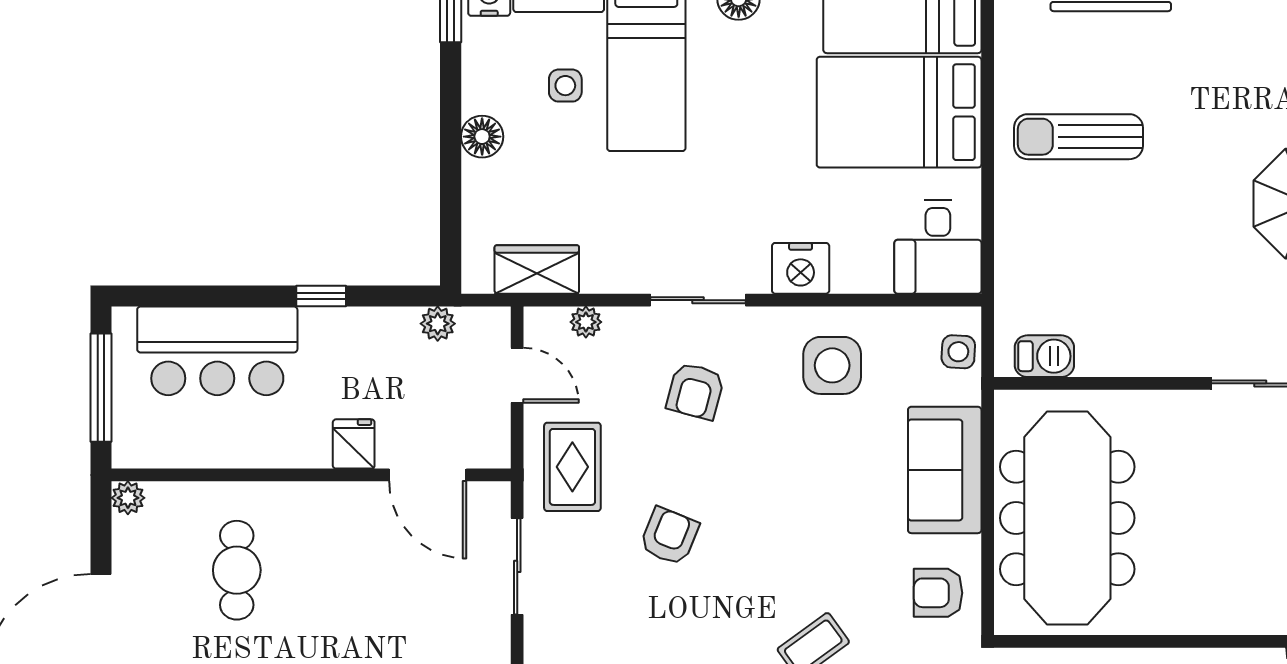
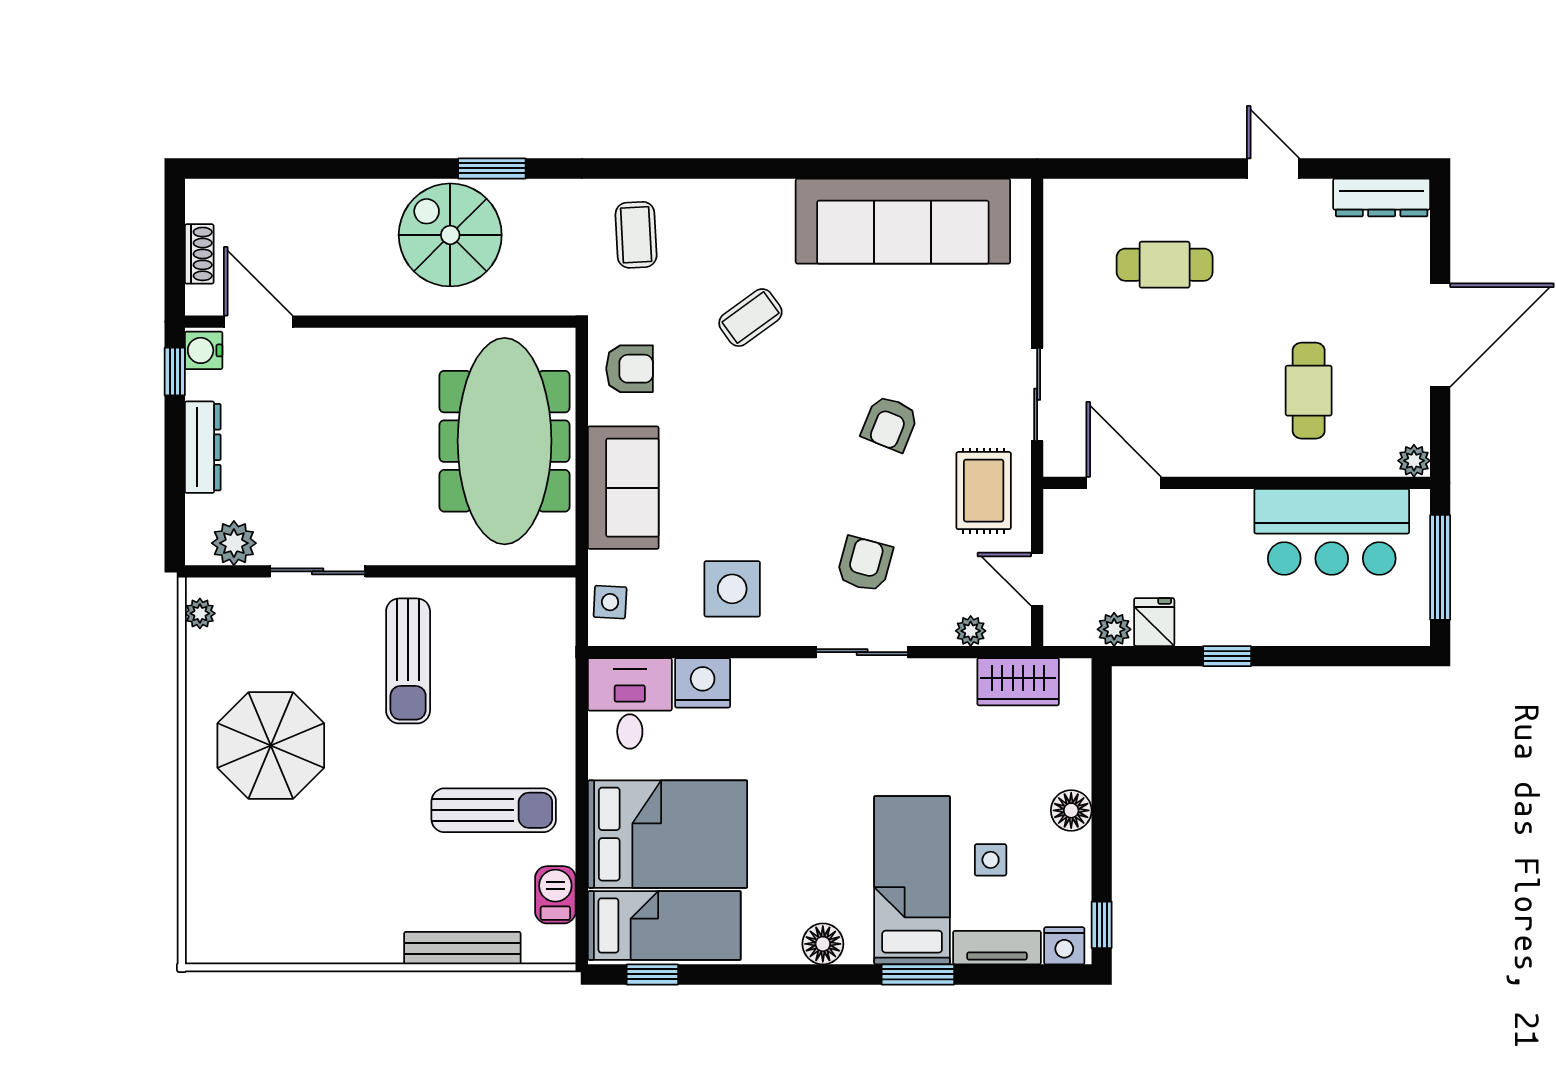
nightstand: (801, 268) -> (703, 683), moved
sun lounger: (1167, 291) -> (408, 661), added
bar counter: (217, 351) -> (1332, 532), moved, turned 180
barbecue: (1044, 356) -> (555, 895), moved, turned 90
fridge: (354, 444) -> (1154, 622), moved, turned 180

